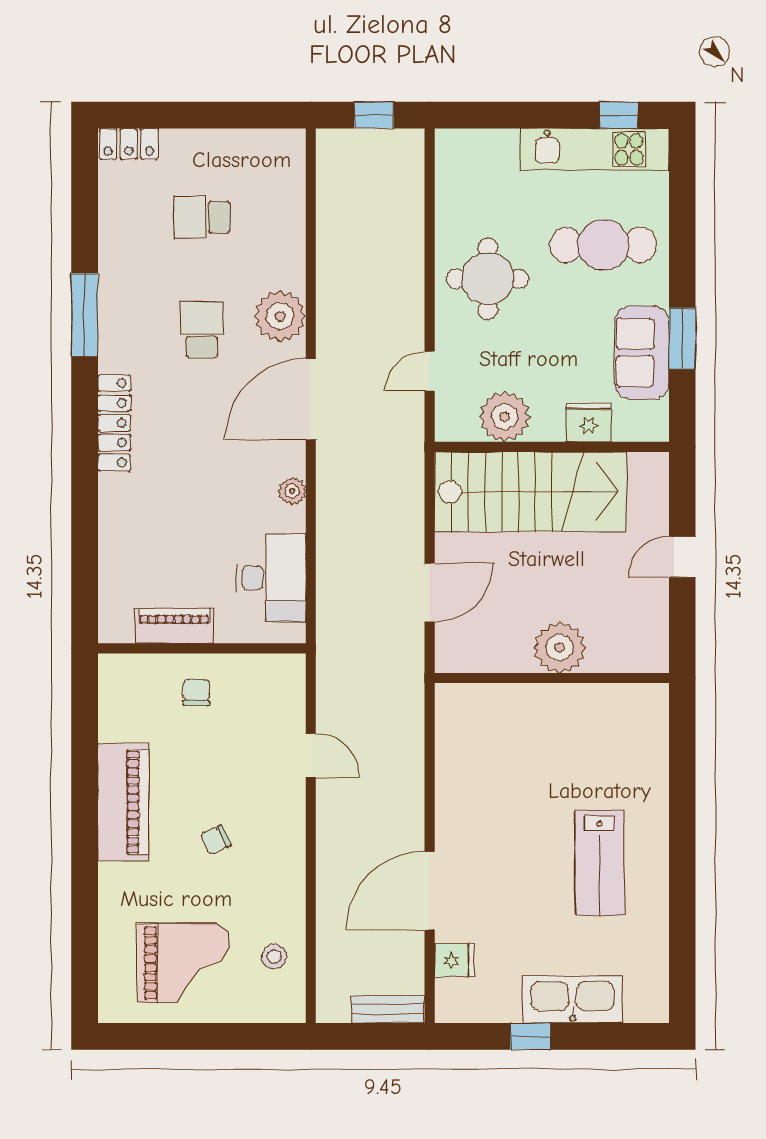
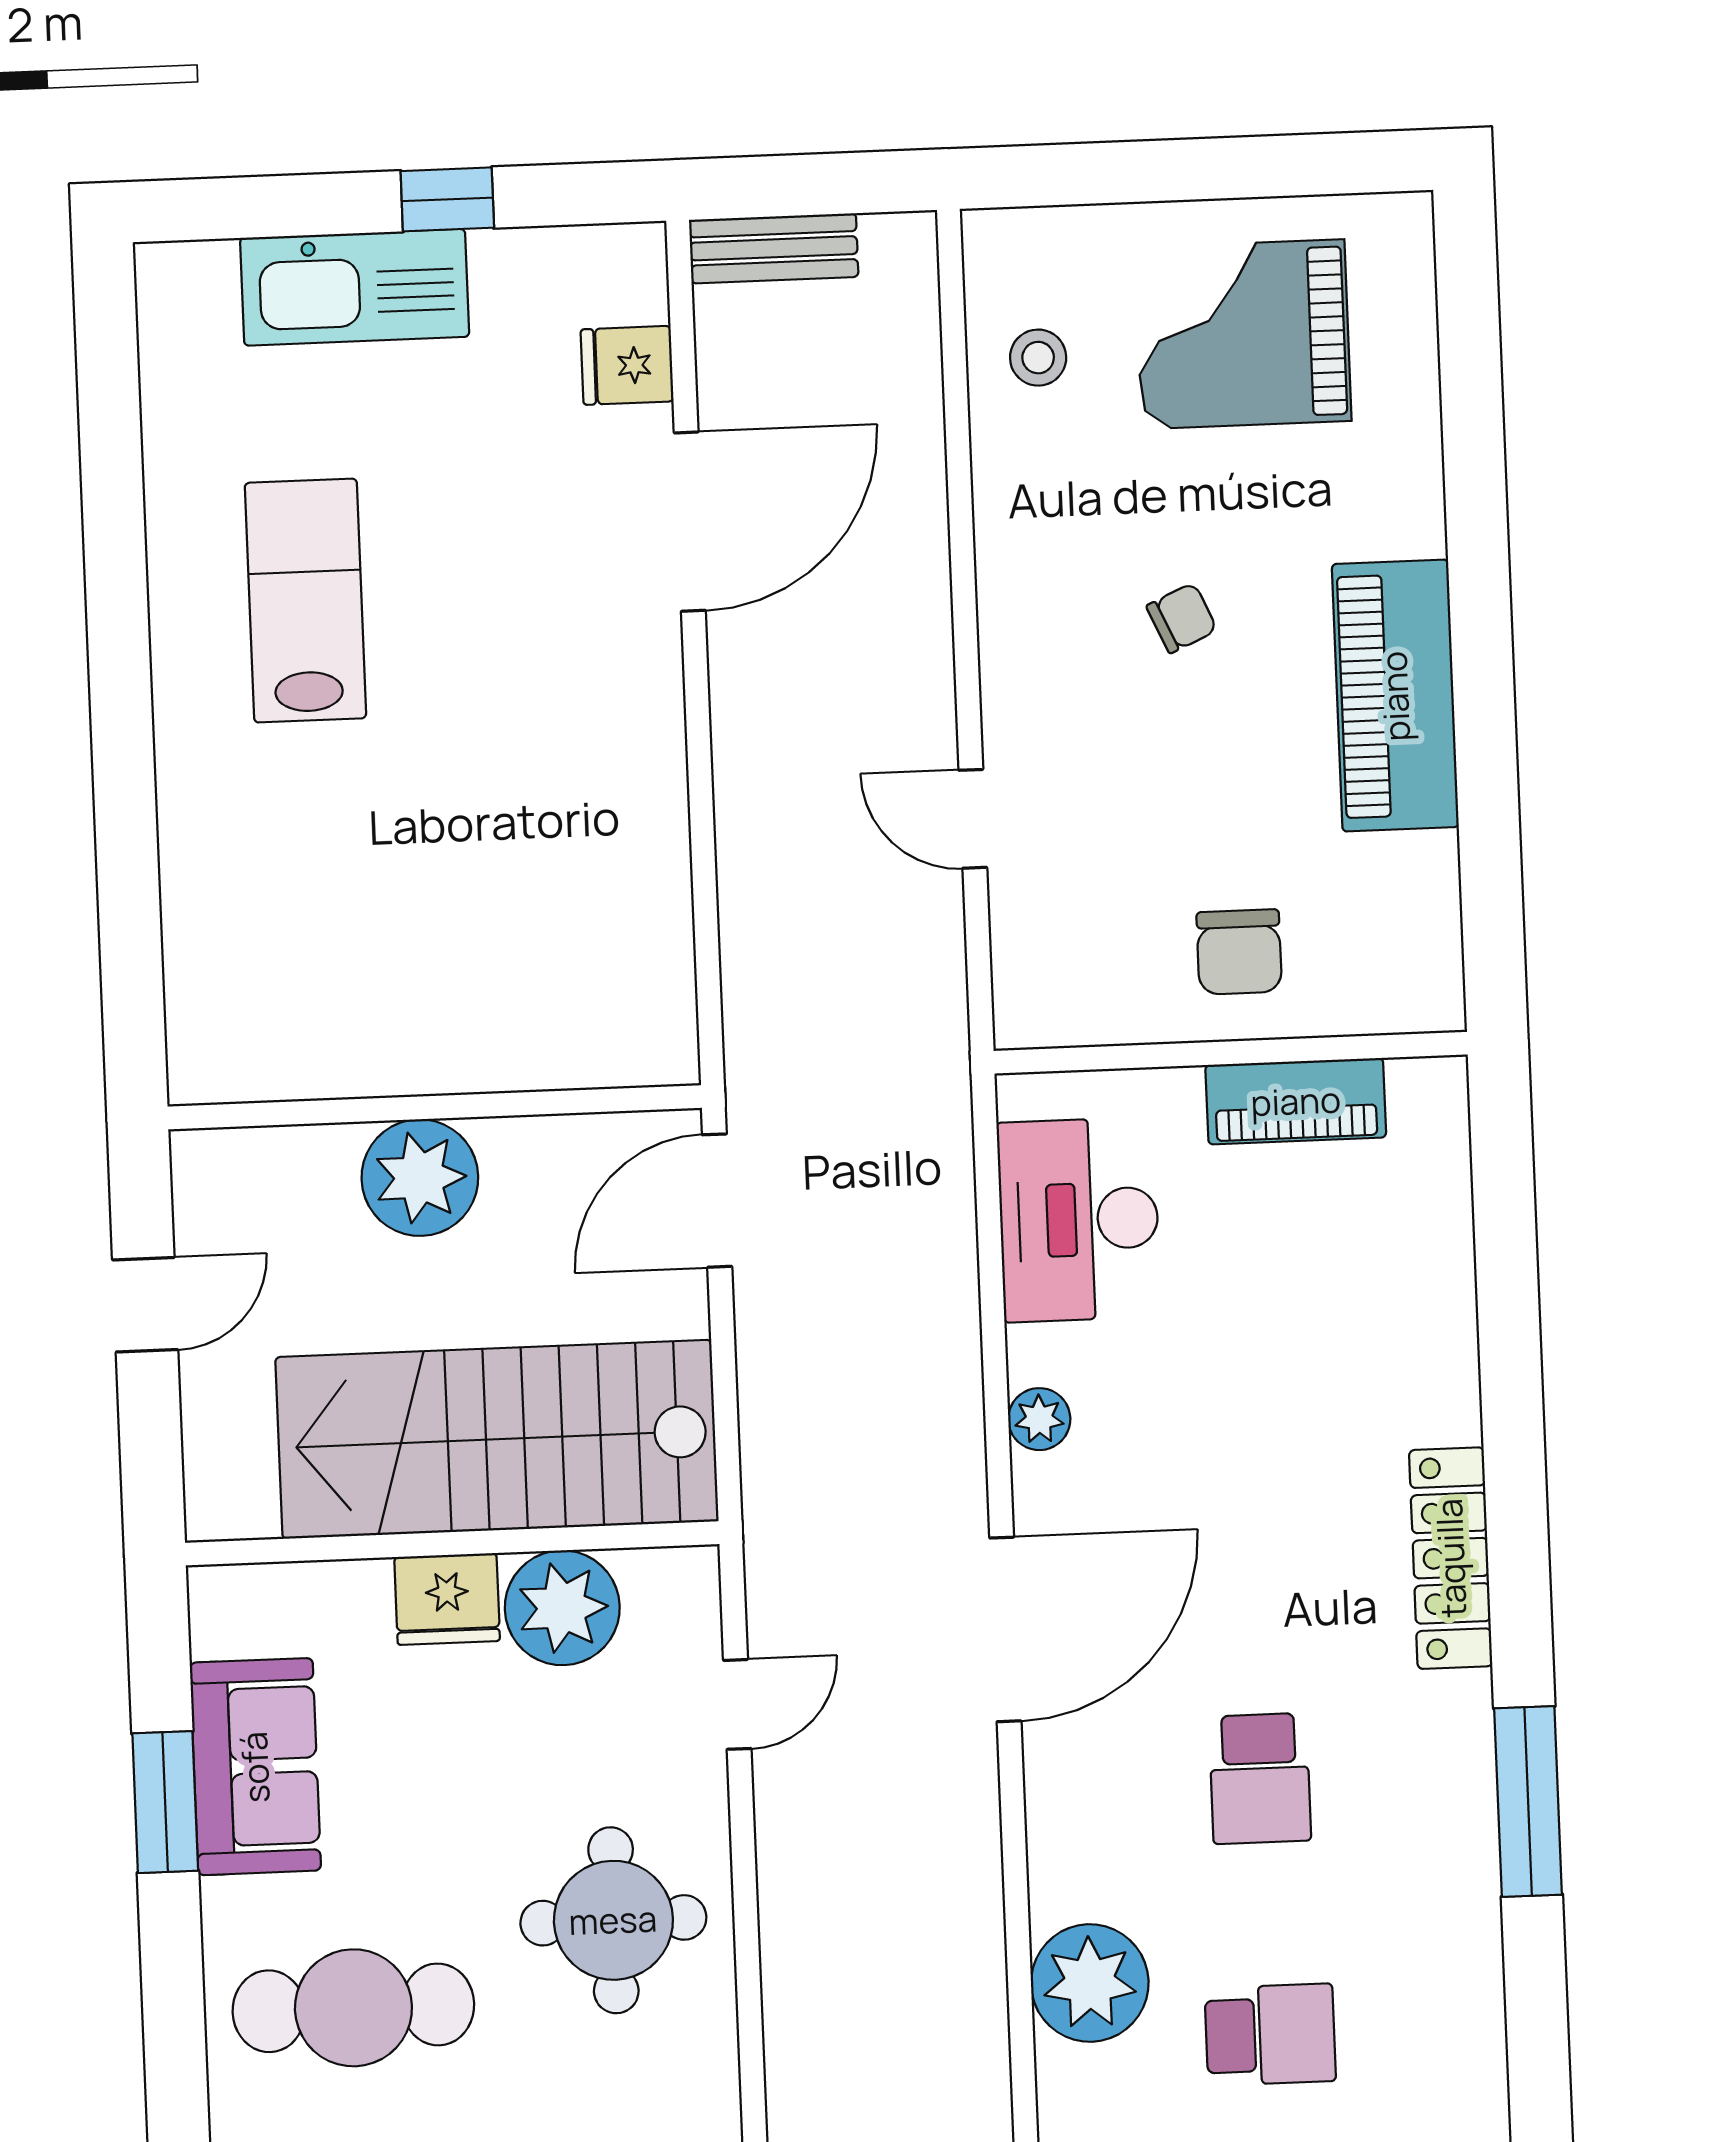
plant: (280, 316) -> (1090, 1983), moved
fridge: (588, 423) -> (447, 1599), moved
plant: (560, 647) -> (420, 1178), moved
wall: (552, 678) -> (435, 1107), moved
chair: (196, 692) -> (1239, 952), width x1.37, depth x1.37

